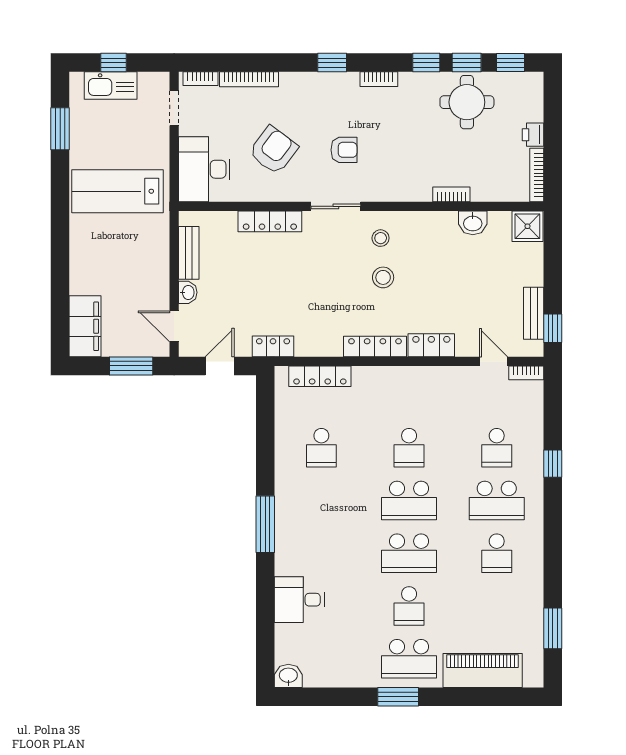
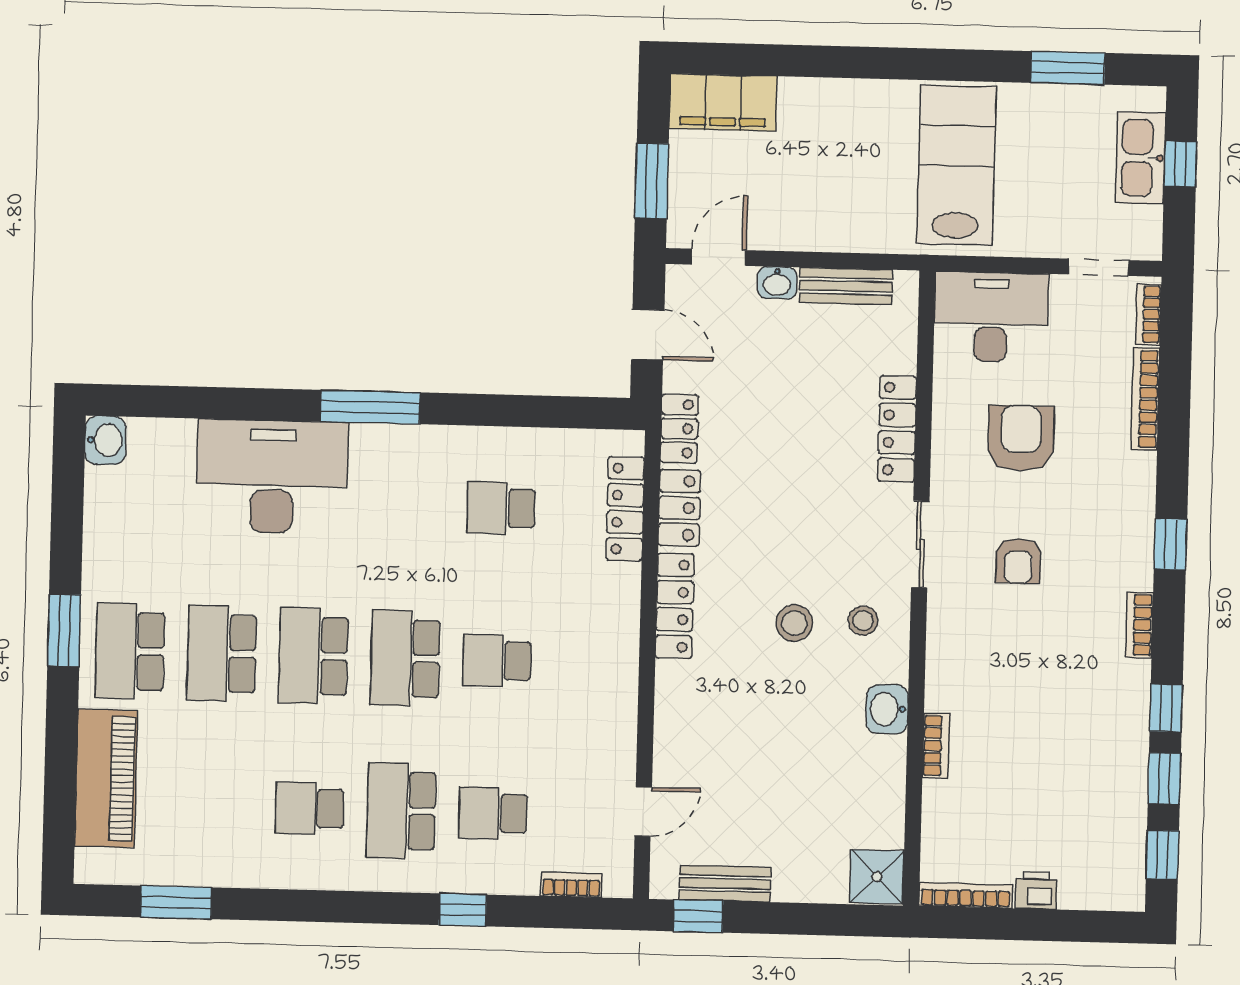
round table: (467, 102) -> (1096, 777), removed
armchair: (273, 150) -> (1021, 438), turned -127
washbasin: (473, 223) -> (887, 709), moved
locker: (431, 345) -> (679, 508), moved
bookcase: (526, 373) -> (571, 885), moved, turned 90
desk: (299, 600) -> (272, 477), width x1.87, depth x1.30
school desk: (409, 606) -> (222, 653), width x1.85

